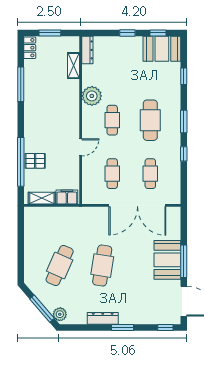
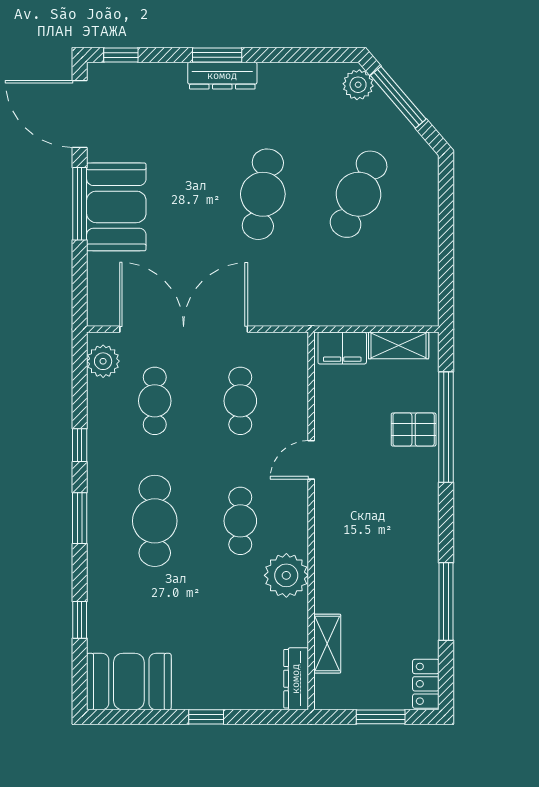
window: (158, 33) -> (137, 717), removed
plant: (173, 191) -> (103, 361), added
dresser: (103, 318) -> (222, 76), moved

